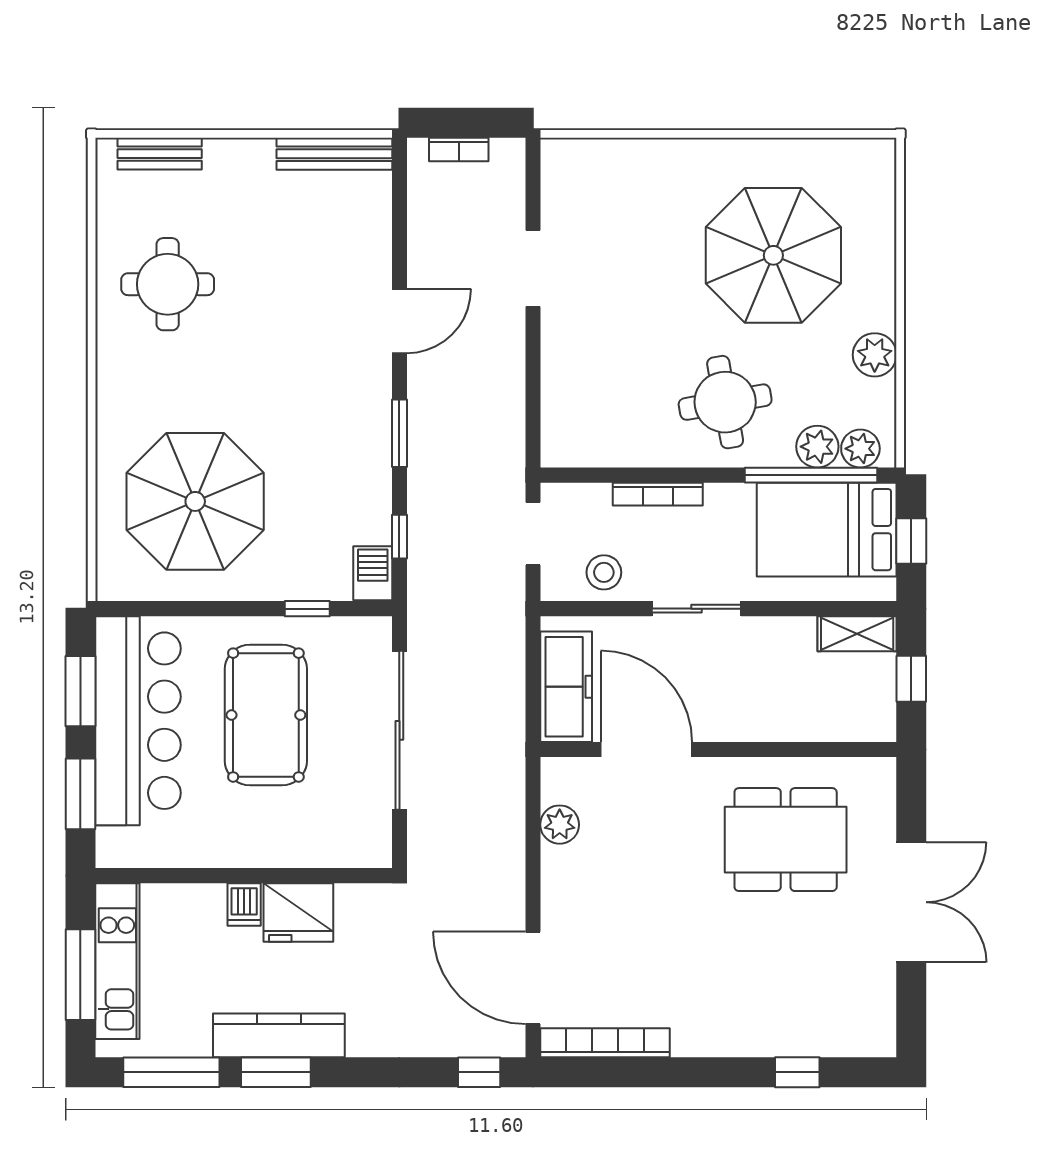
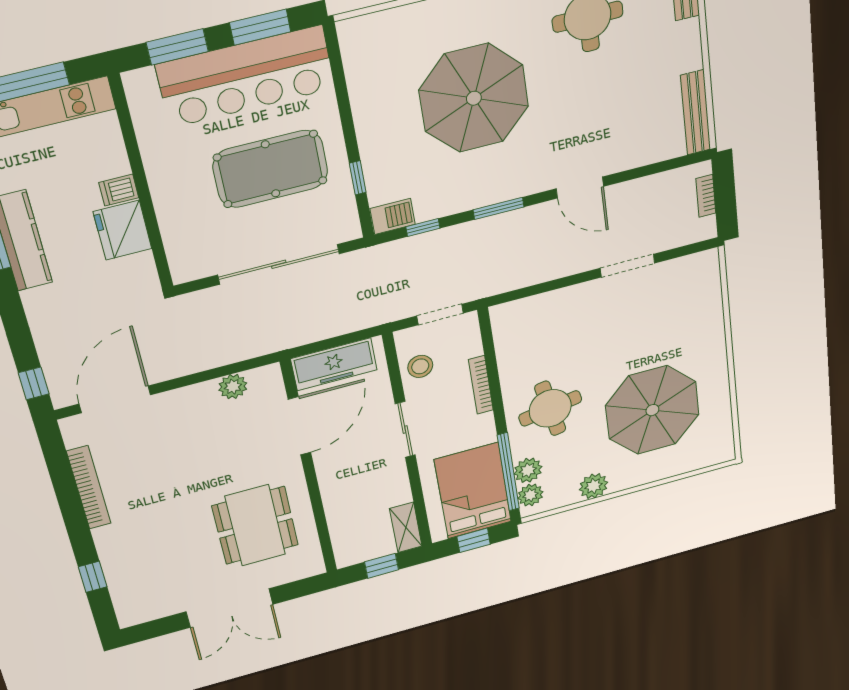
parasol: (195, 501) -> (474, 98), moved
bookcase: (605, 1043) -> (89, 487), moved

